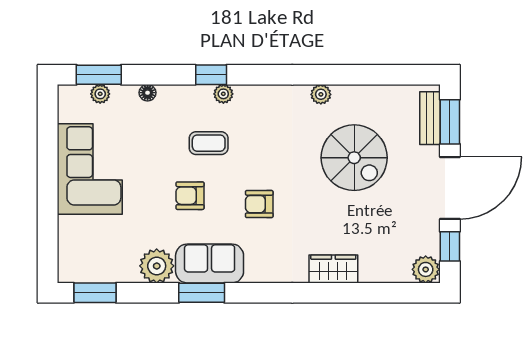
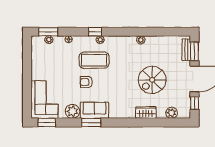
coffee table: (209, 143) -> (94, 60), width x1.86, depth x1.72
spiral stairs: (354, 158) -> (152, 80), moved, turned 90
corner sofa: (90, 169) -> (45, 100), moved
armchair: (259, 204) -> (115, 86), removed
plant: (426, 269) -> (172, 113), moved

